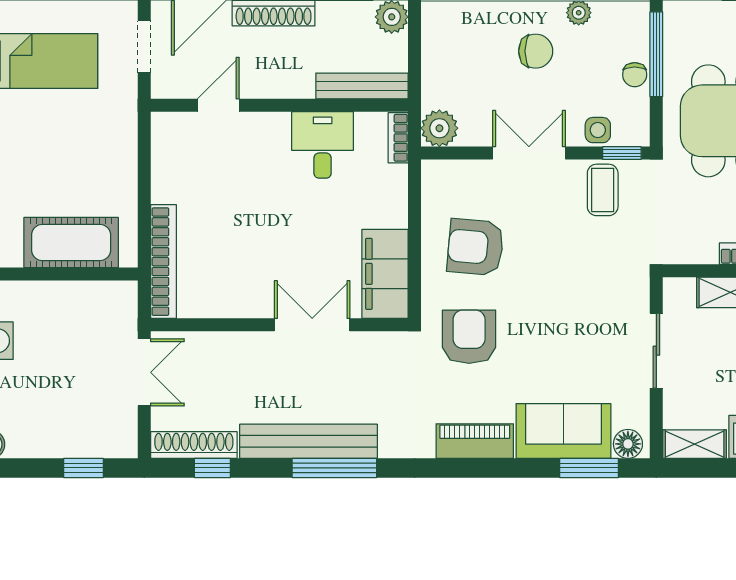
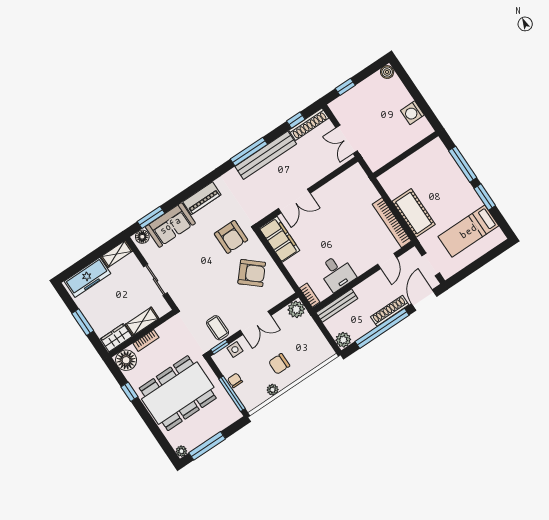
cot: (71, 242) -> (414, 213), moved, turned 90
armchair: (475, 247) -> (252, 273), turned 36
bookcase: (164, 262) -> (392, 223), moved

